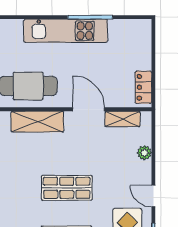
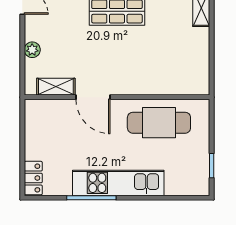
locker: (143, 87) -> (33, 178), moved
shelving: (37, 122) -> (149, 84), removed

